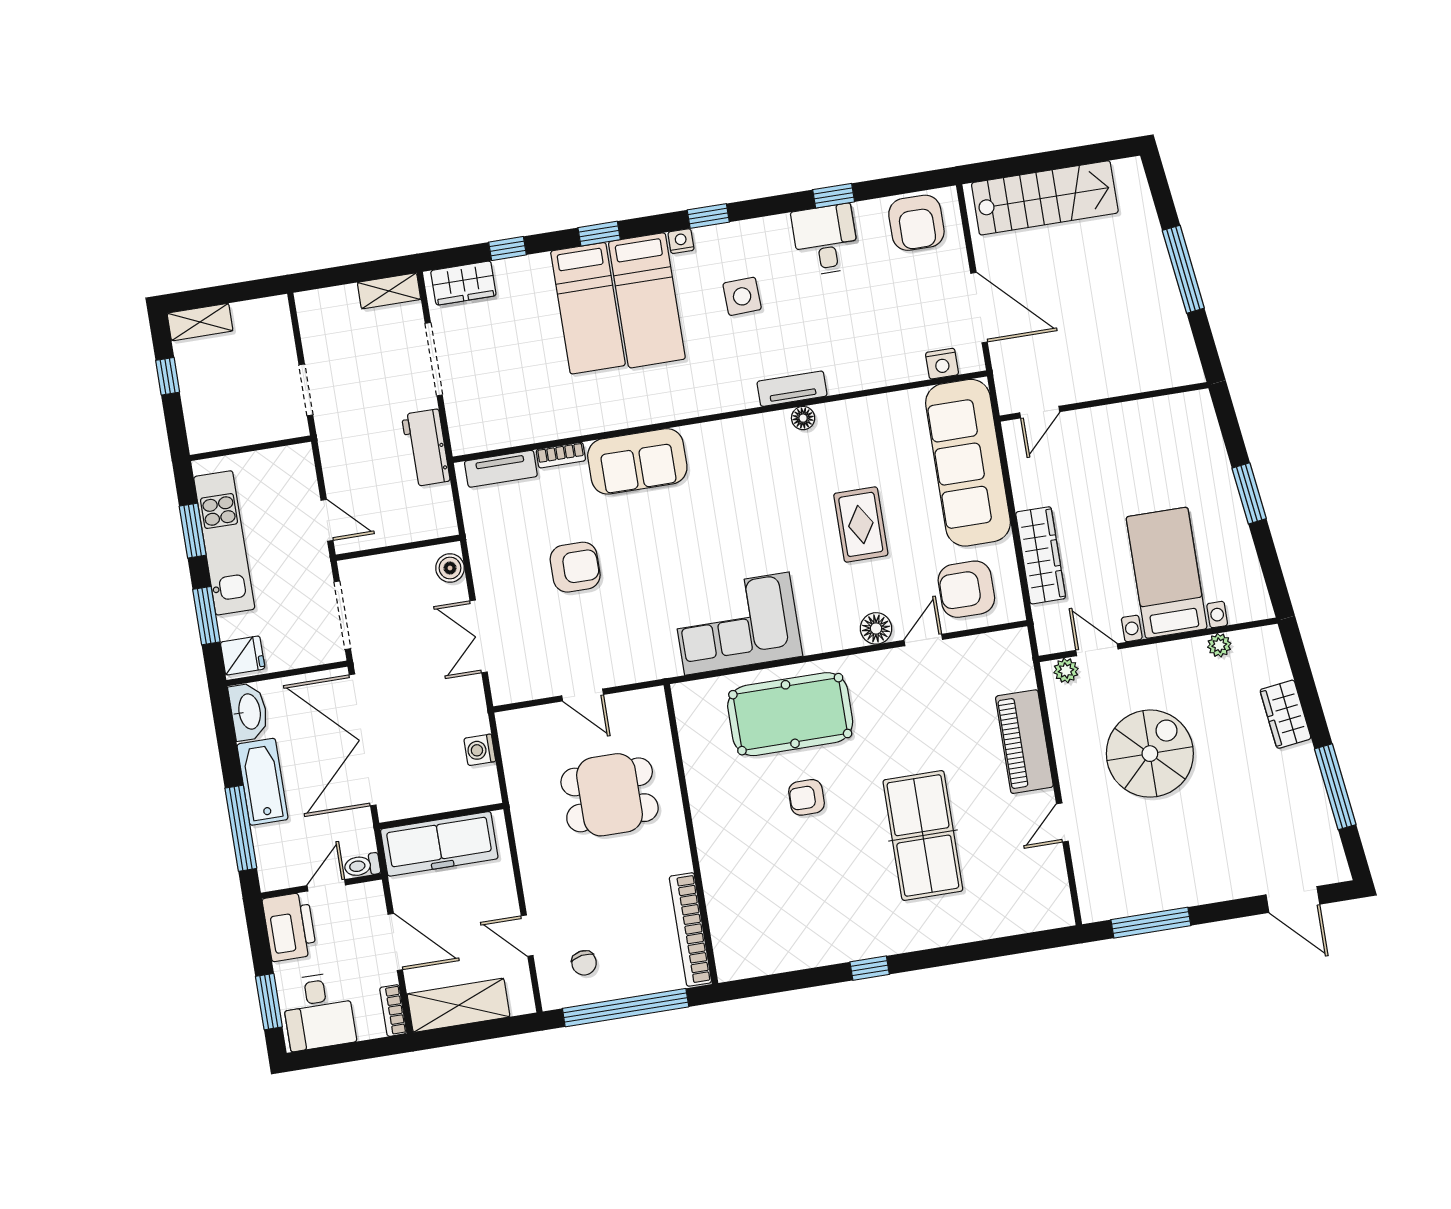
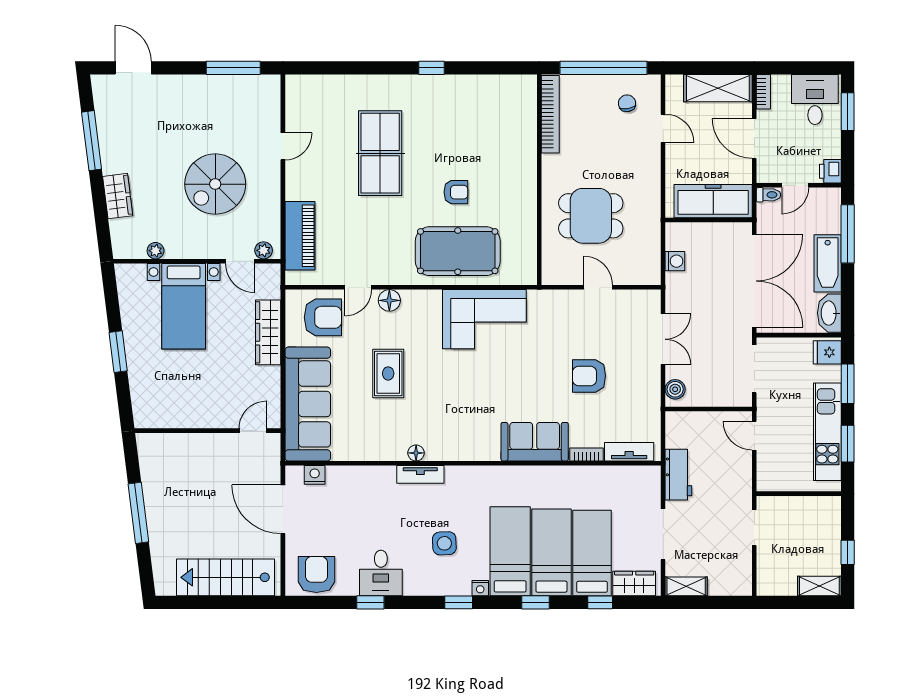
bed: (530, 317) -> (592, 553), added
piano: (1024, 742) -> (300, 236), moved
printer: (290, 927) -> (830, 171), width x0.53, depth x0.68

